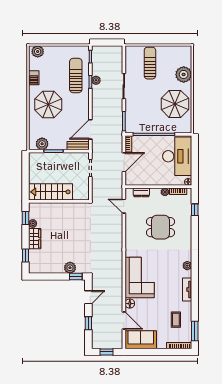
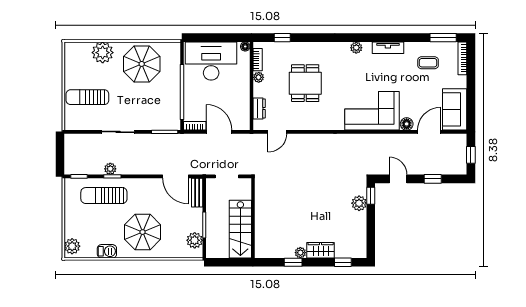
stairs: (51, 192) -> (240, 229), moved
wall: (59, 201) -> (253, 218), moved

